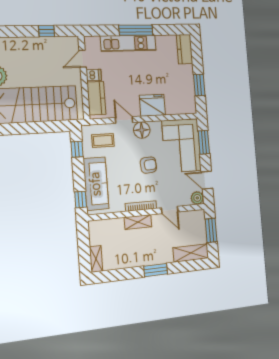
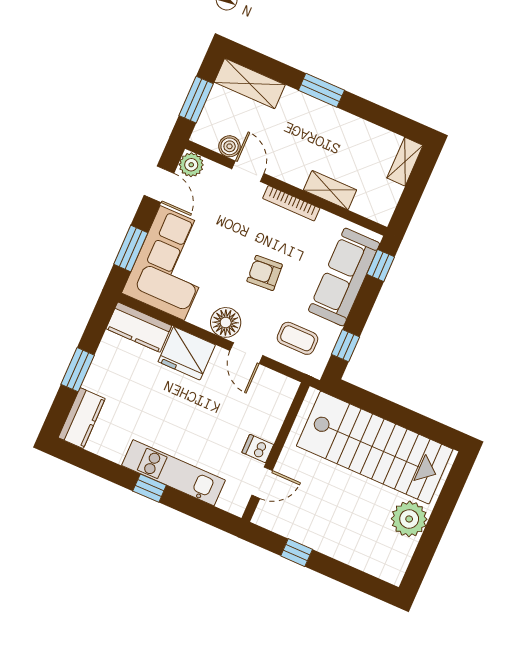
window: (136, 30) -> (150, 488), width x0.46
window: (199, 85) -> (78, 370), moved
kitchen counter: (96, 98) -> (139, 327), moved, turned -90
armchair: (148, 165) -> (265, 273), moved
boiler: (184, 217) -> (230, 146), added
shelving: (138, 222) -> (330, 190), moved

